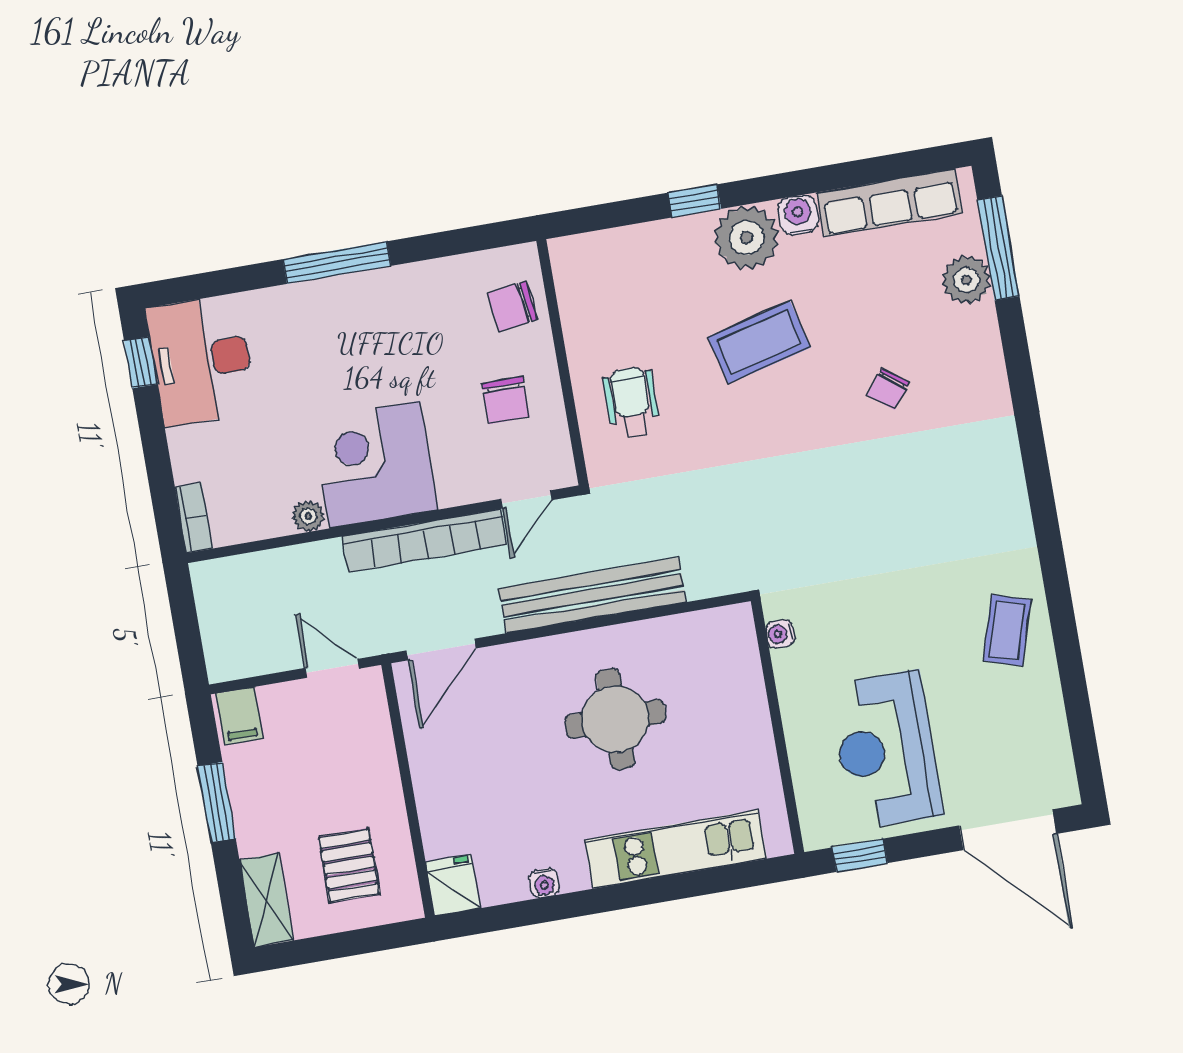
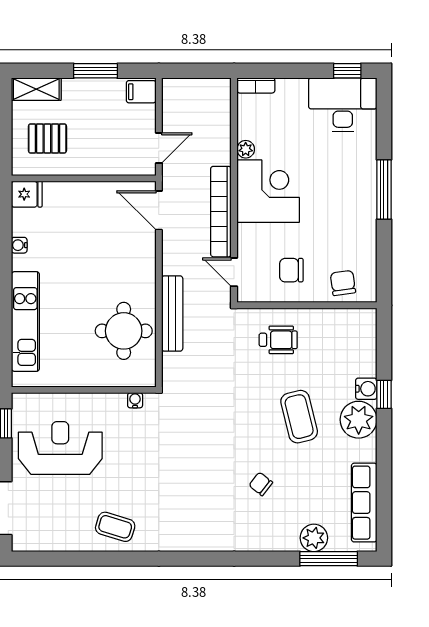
water cooler: (798, 215) -> (366, 389), moved
bench: (593, 595) -> (172, 313), width x0.73, depth x0.82
round table: (615, 719) -> (124, 331), moved

